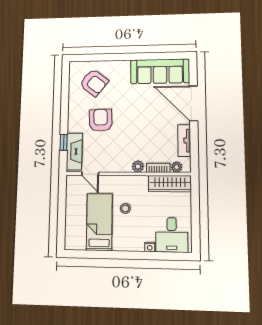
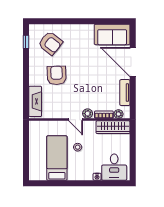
sofa: (160, 71) -> (112, 34), width x0.73
window: (64, 142) -> (26, 42), moved
door: (90, 174) -> (76, 120), moved

